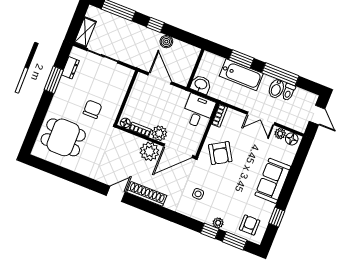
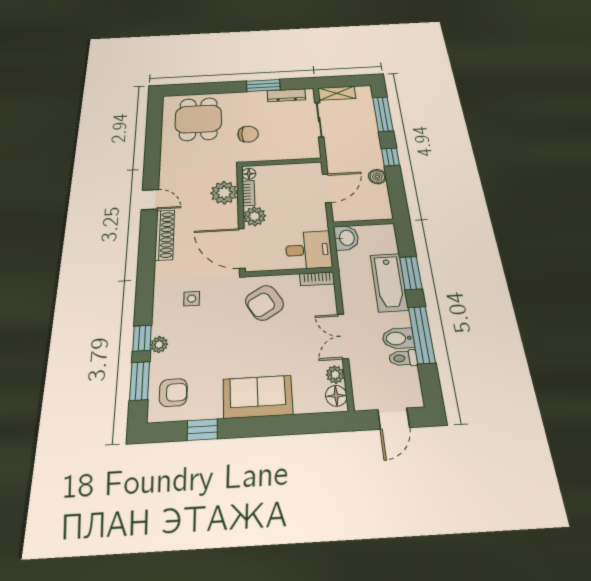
dresser: (70, 68) -> (286, 95), width x1.44
plant: (149, 151) -> (224, 193), moved

